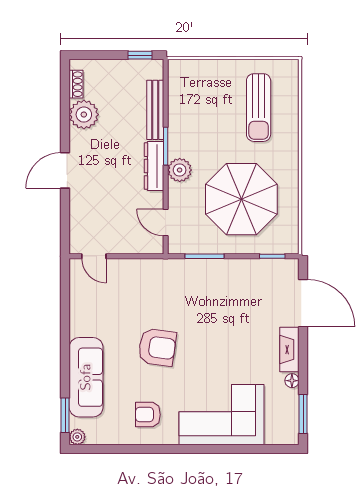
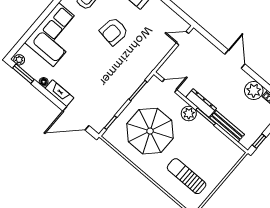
plant: (291, 434) -> (19, 60), added

